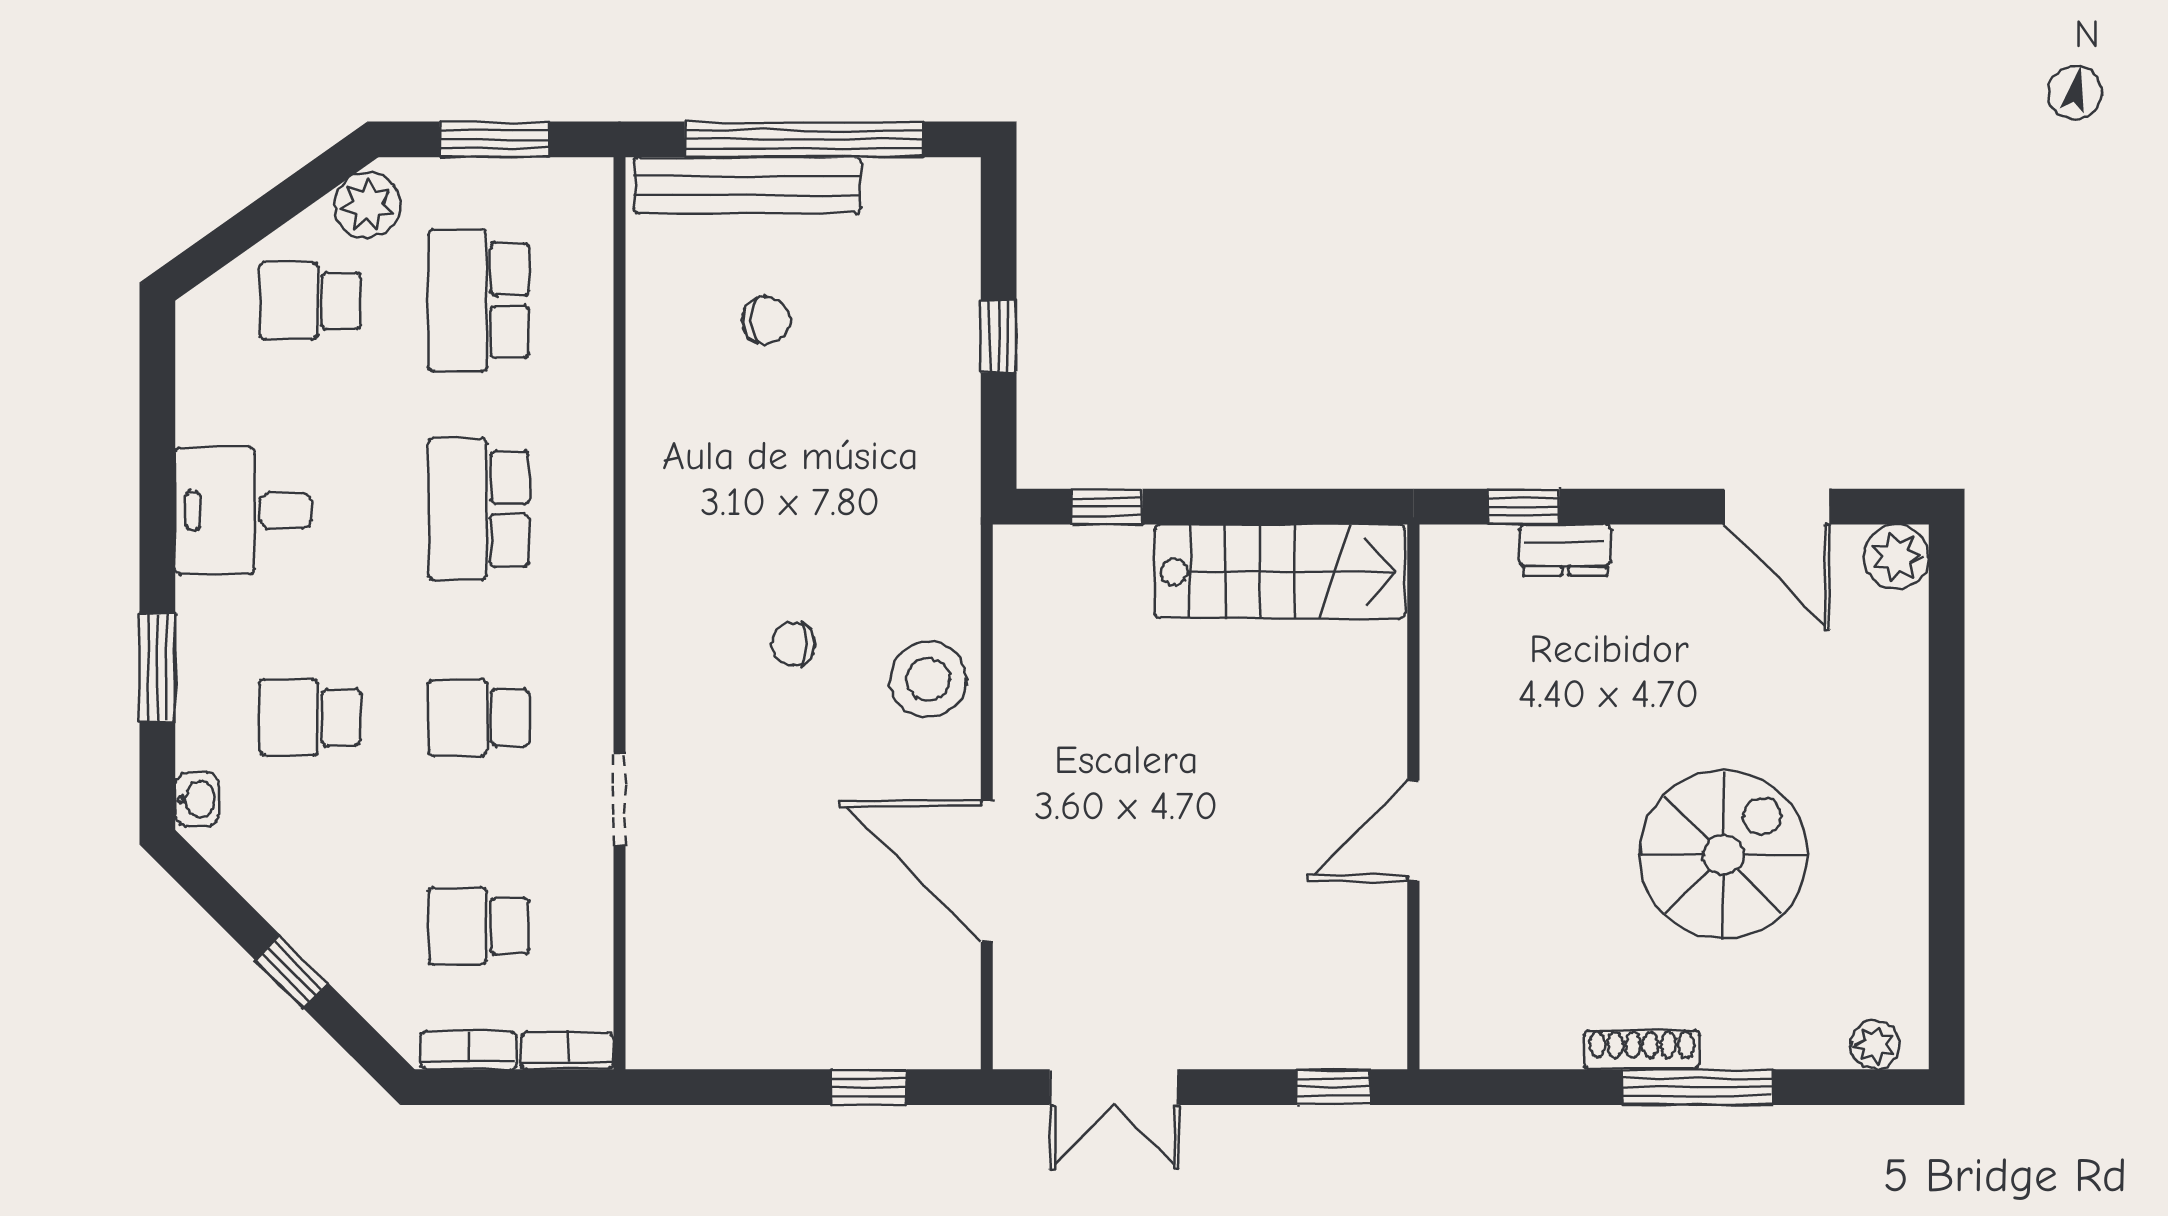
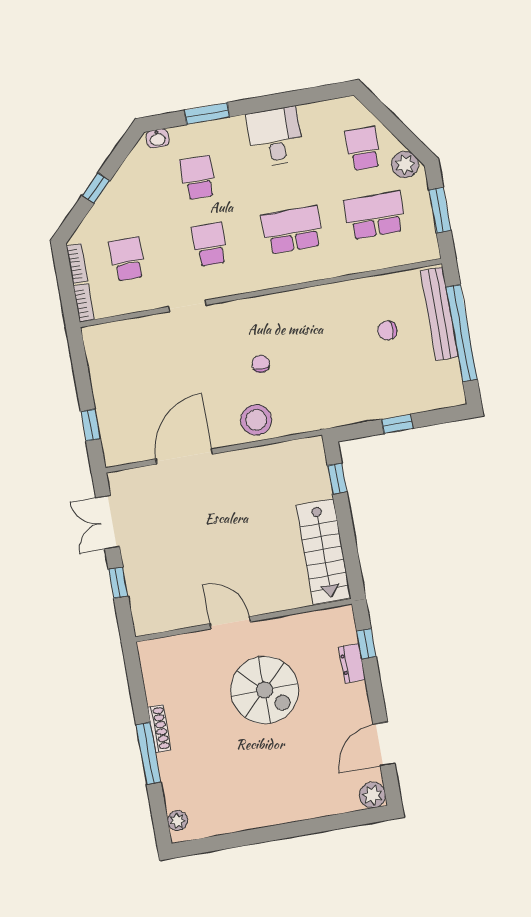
chair: (766, 320) -> (387, 331), turned 94
spiral stairs: (1724, 855) -> (264, 690), moved
window: (1333, 1087) -> (118, 583), moved

